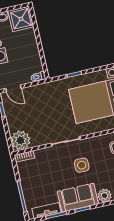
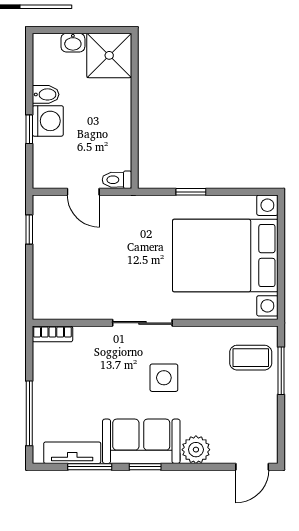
door: (13, 88) -> (83, 192), moved
plant: (21, 140) -> (52, 300), removed

